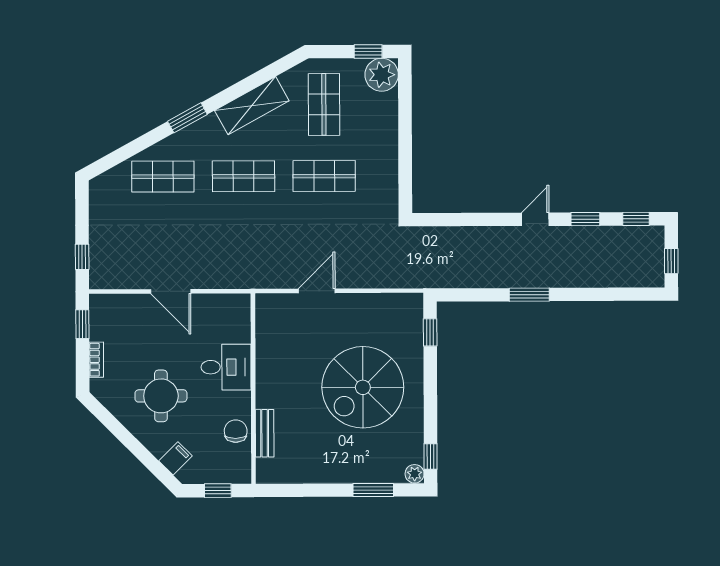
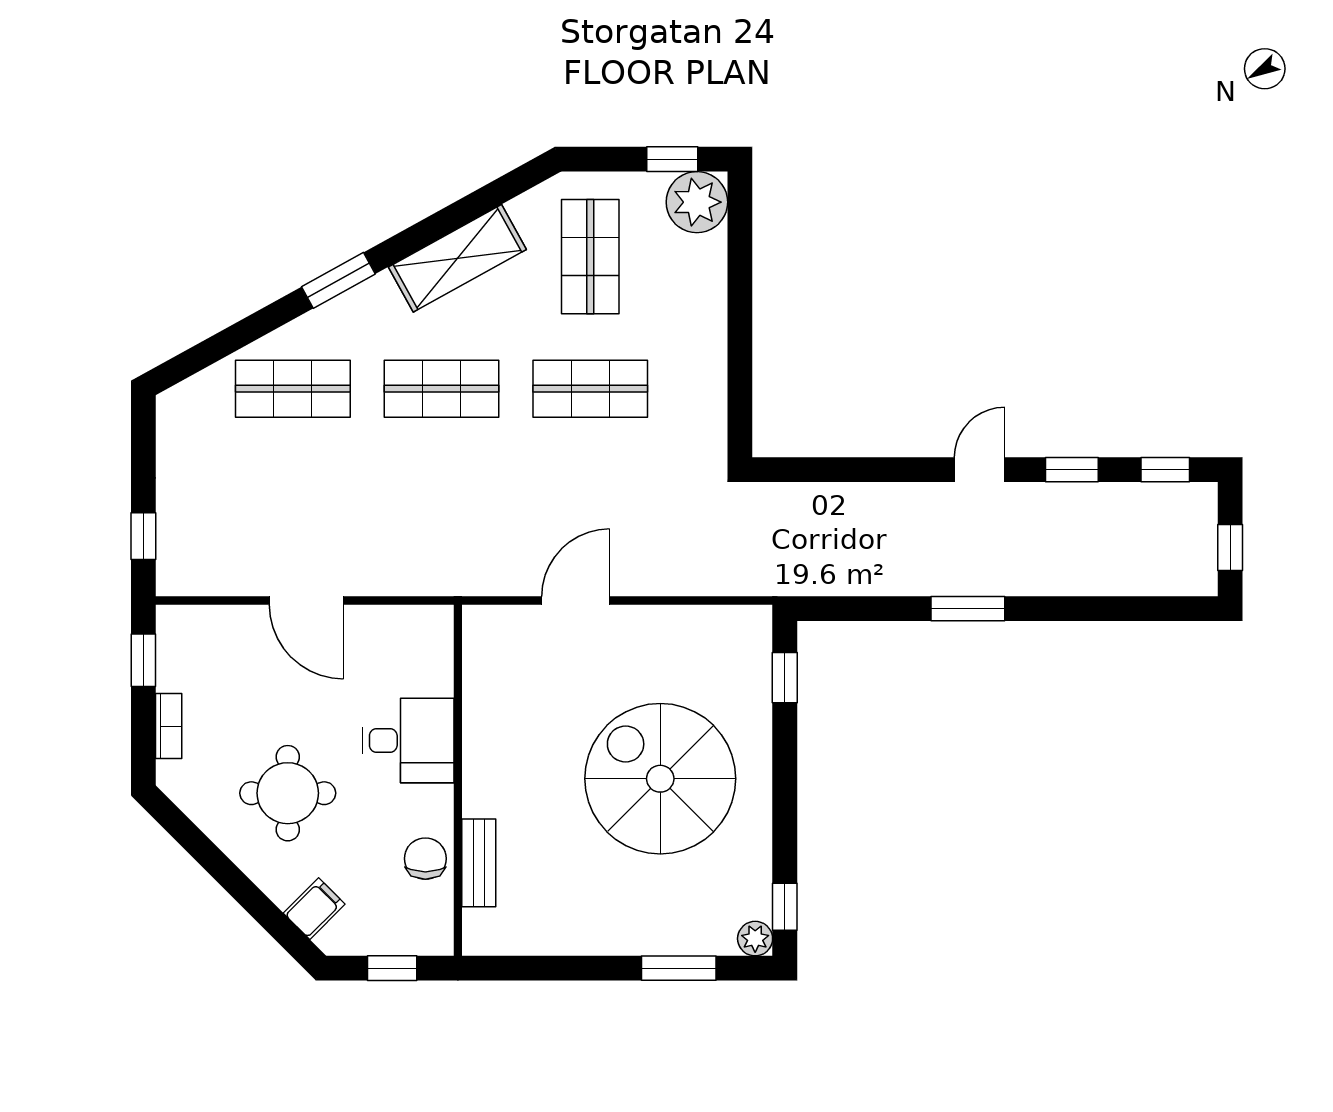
spiral stairs: (363, 387) -> (660, 779), turned 90

